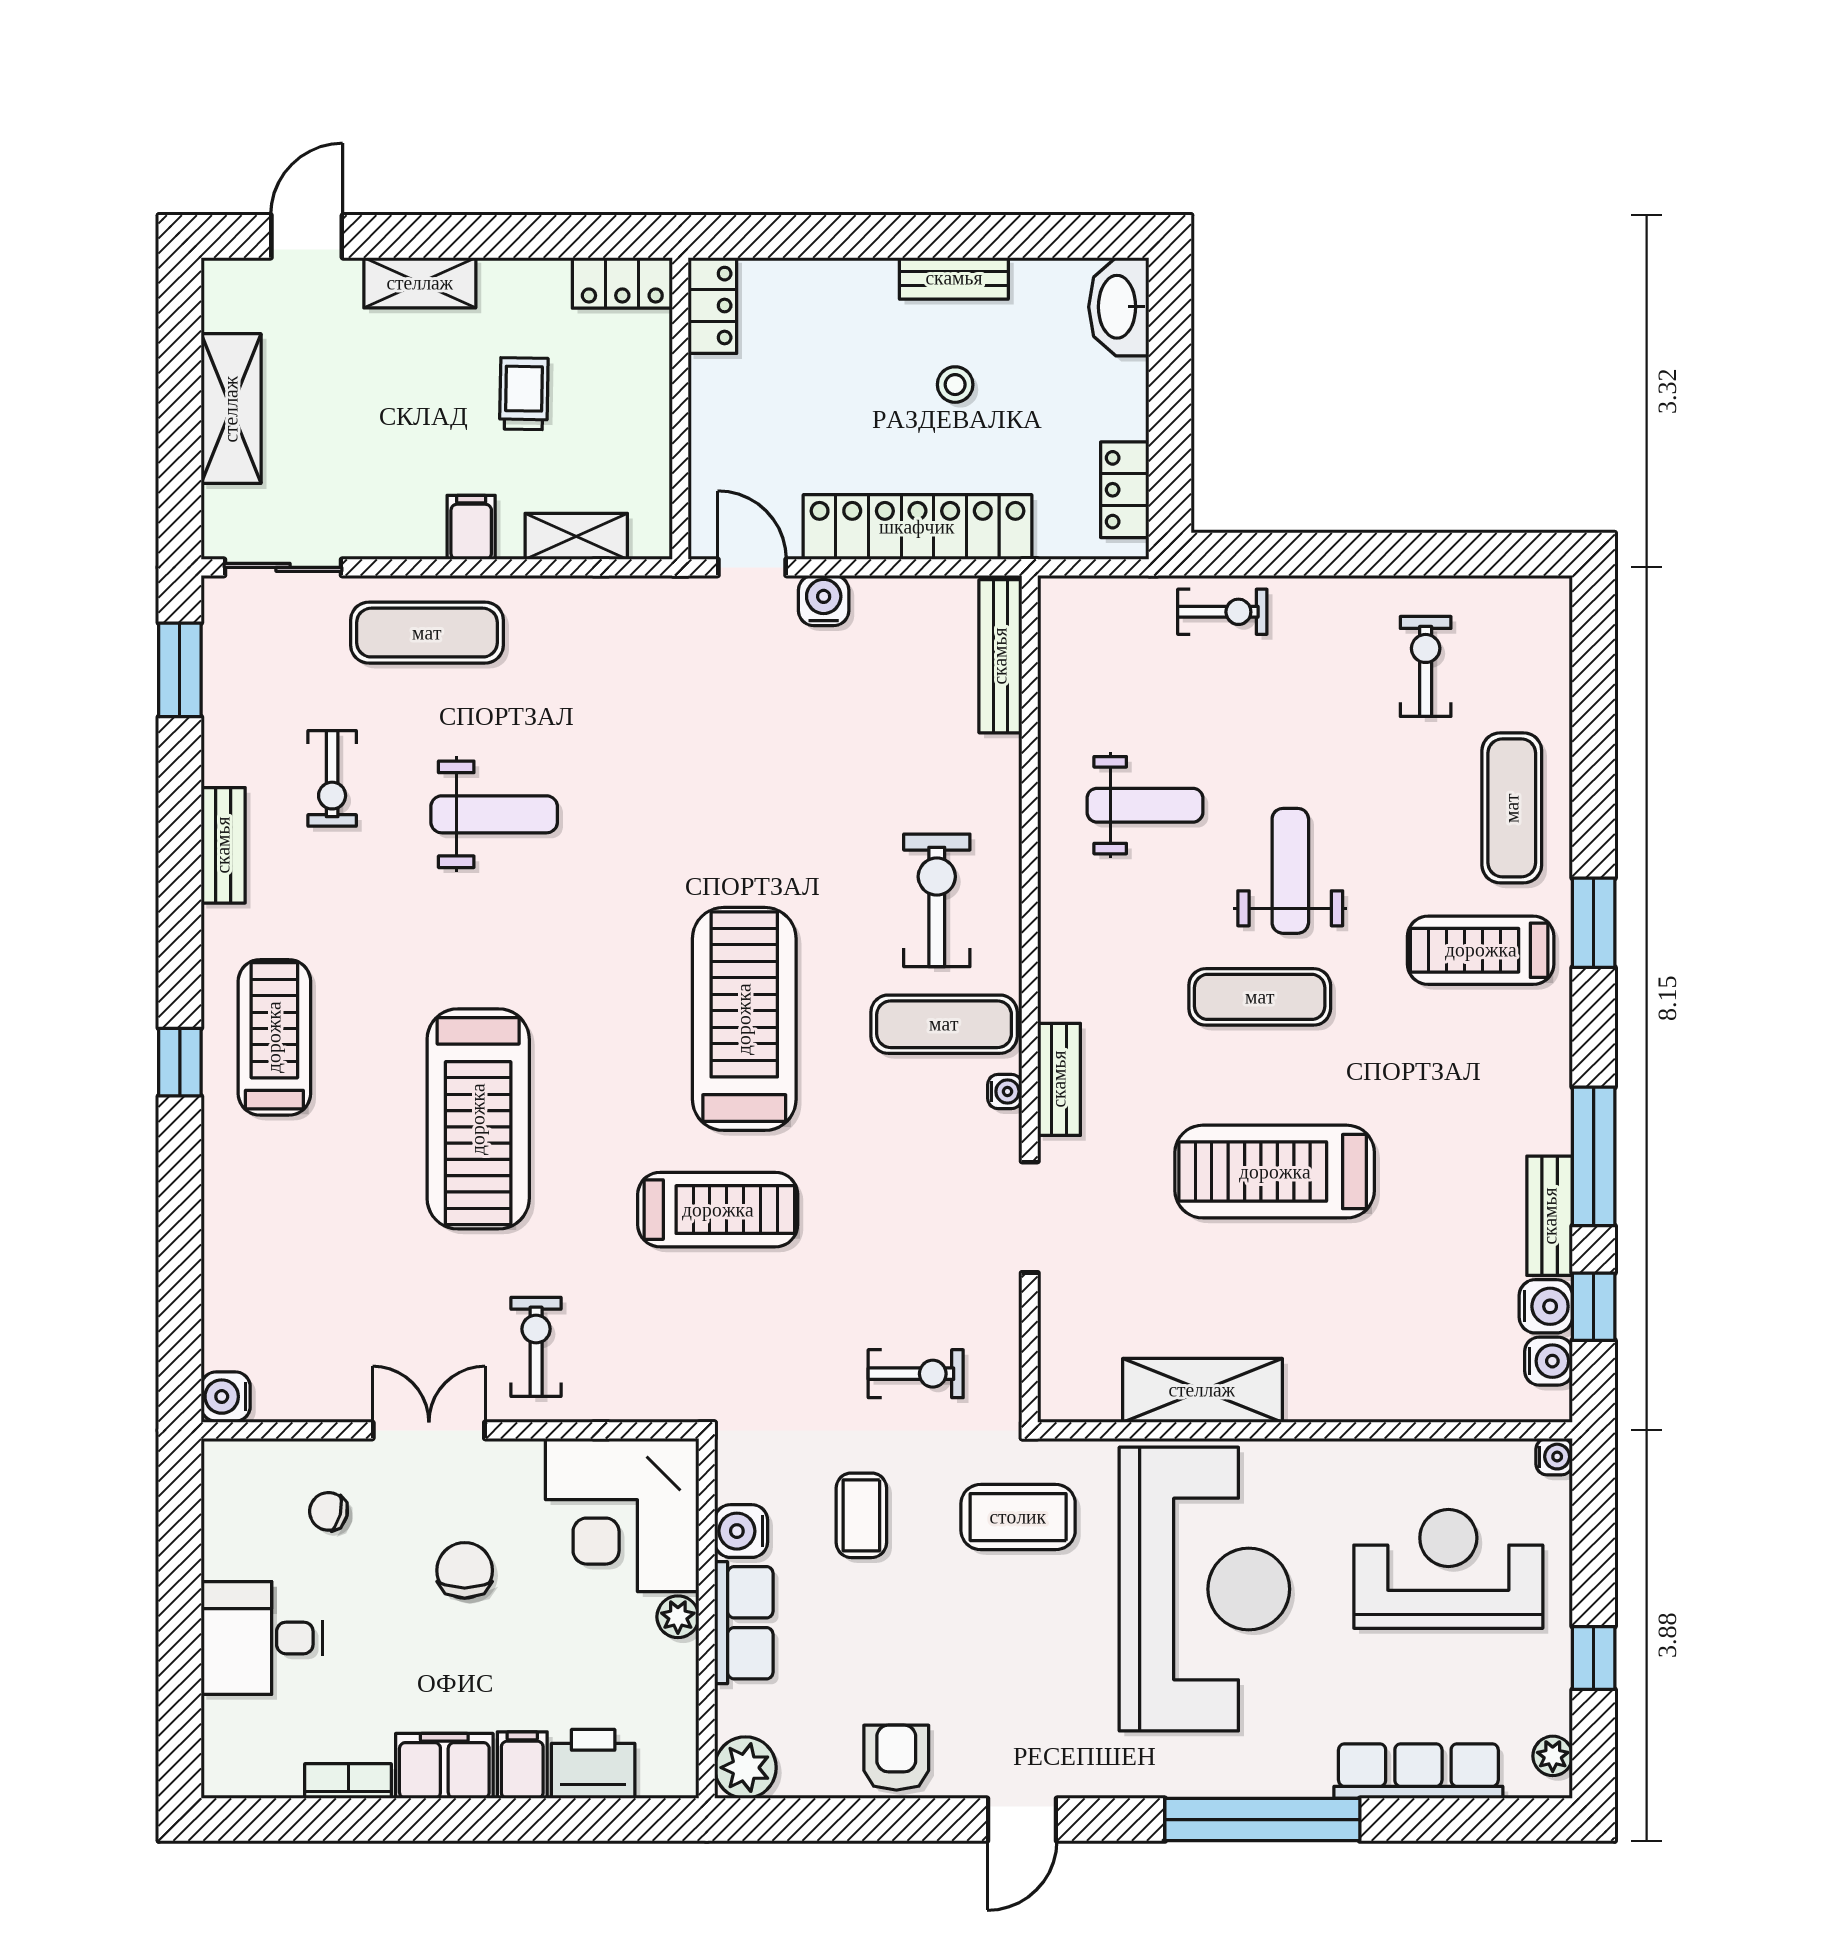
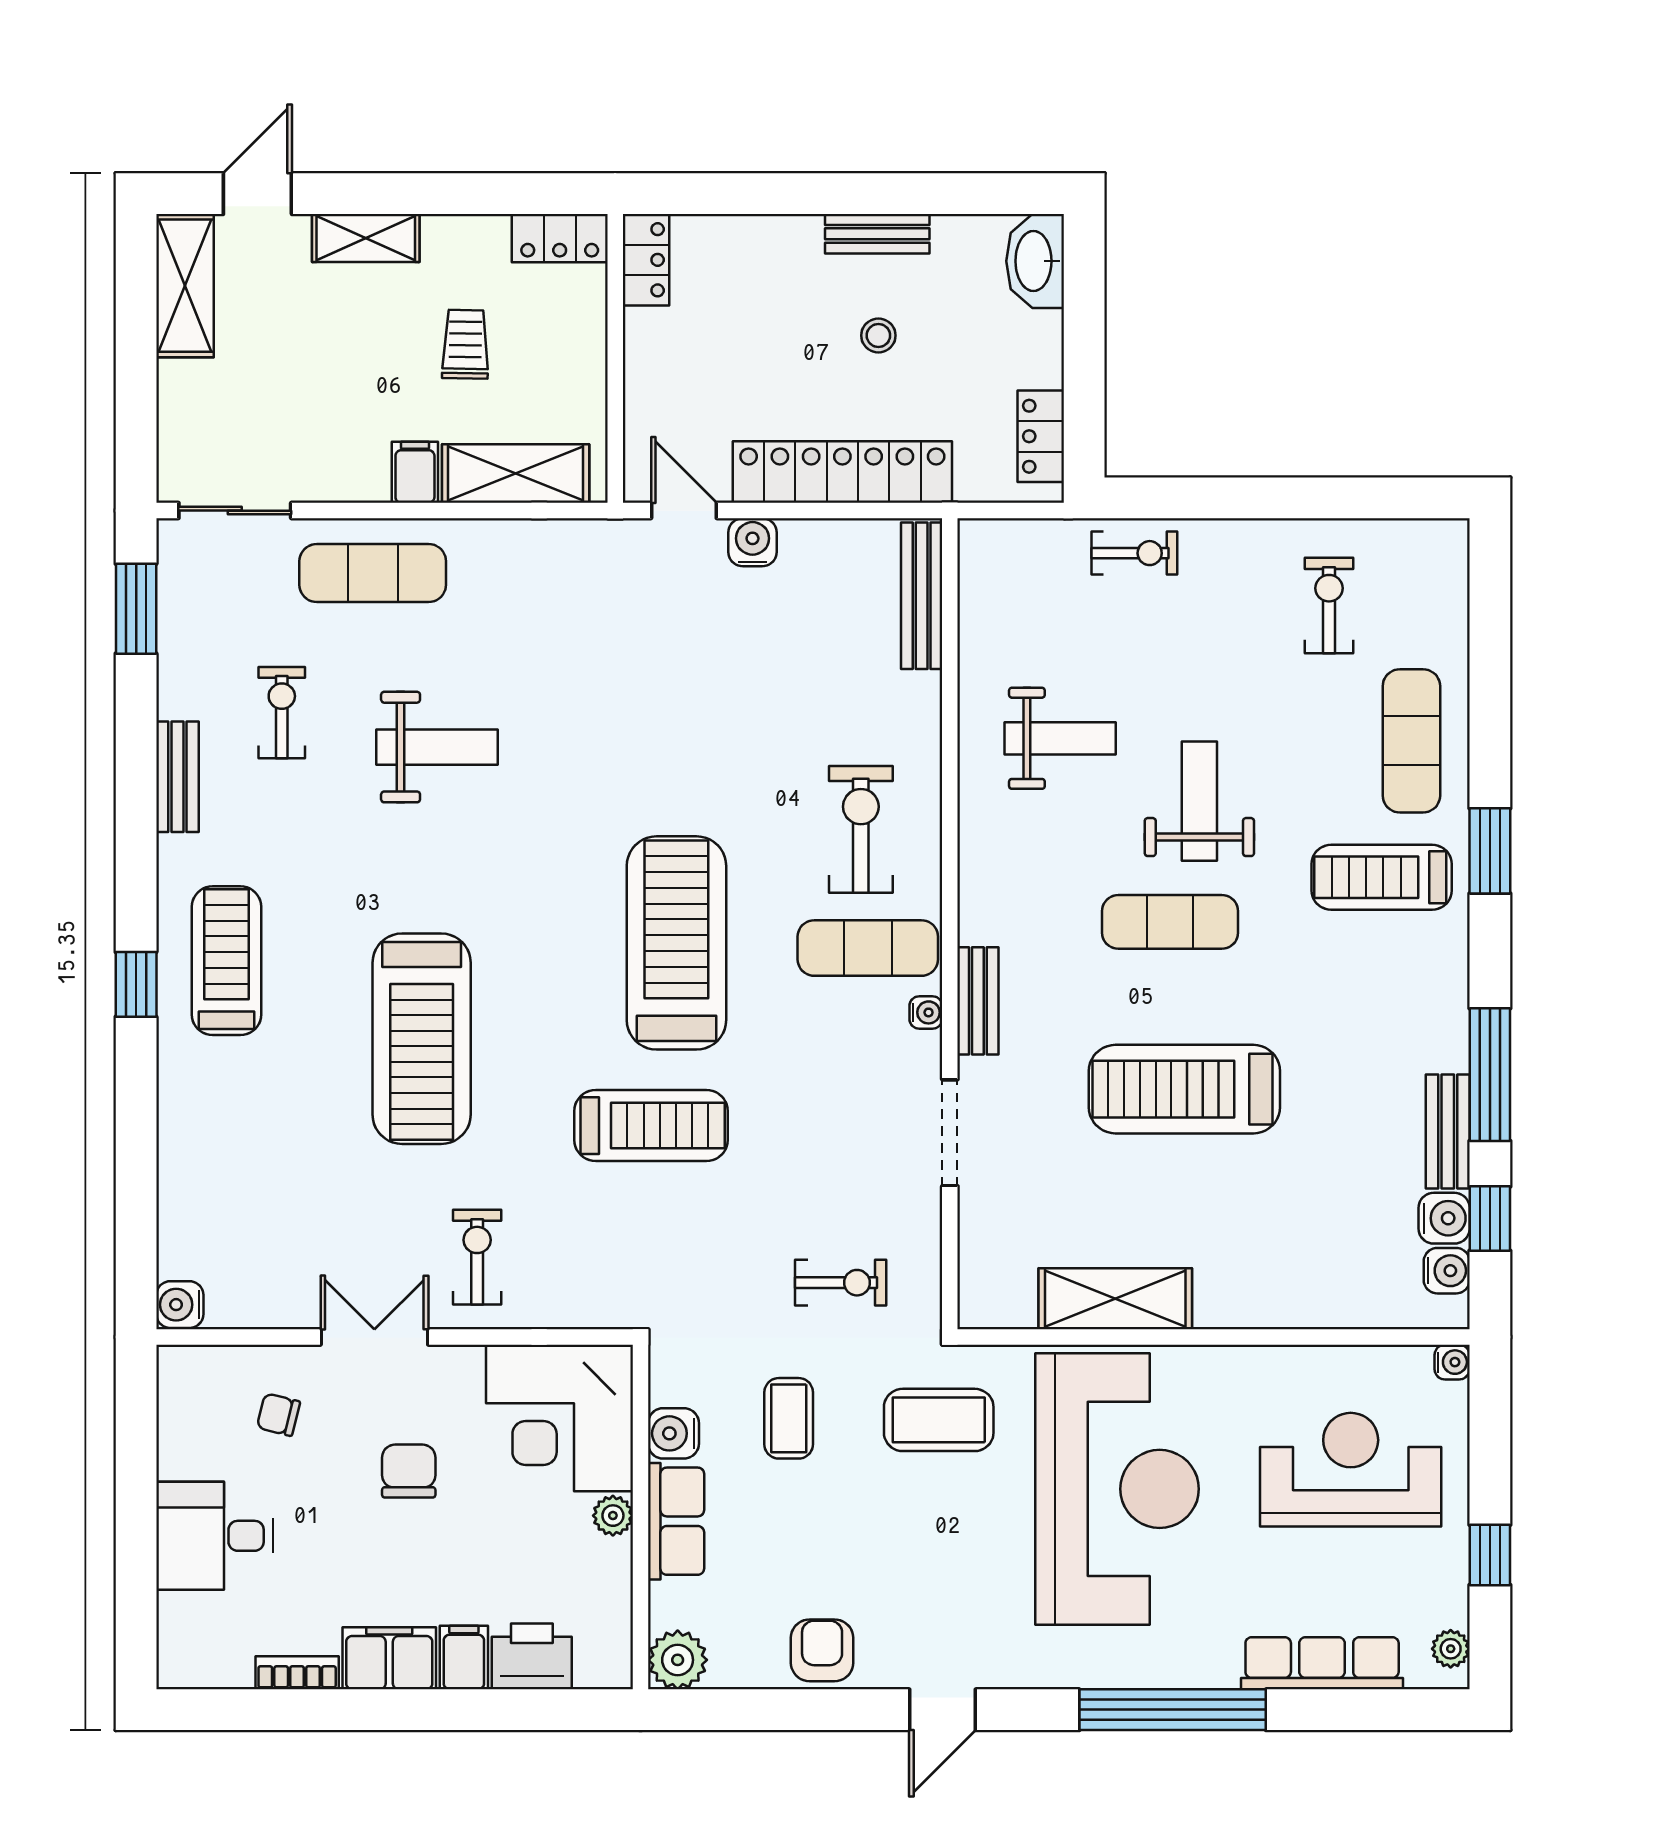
shelving: (231, 409) -> (185, 286), moved
shelving: (576, 536) -> (516, 474), width x1.50, depth x1.33
exercise bike: (332, 778) -> (282, 713), turned 180

